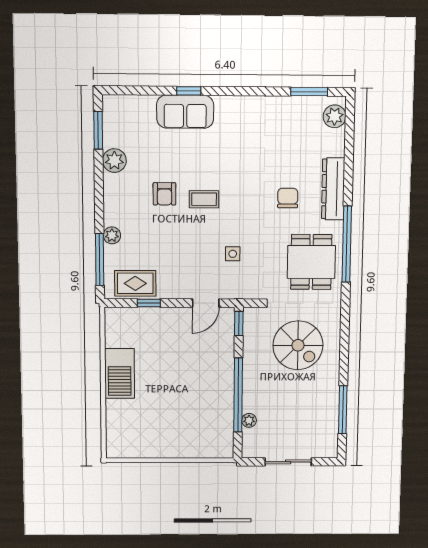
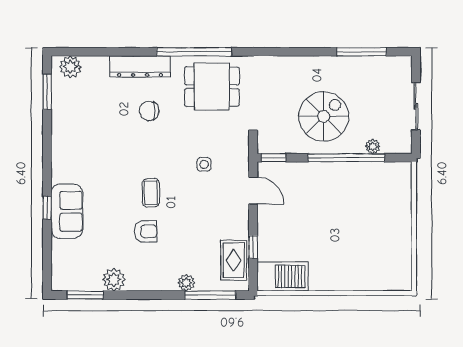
spiral stairs: (298, 345) -> (324, 116), moved
barbecue: (120, 374) -> (282, 276), moved

